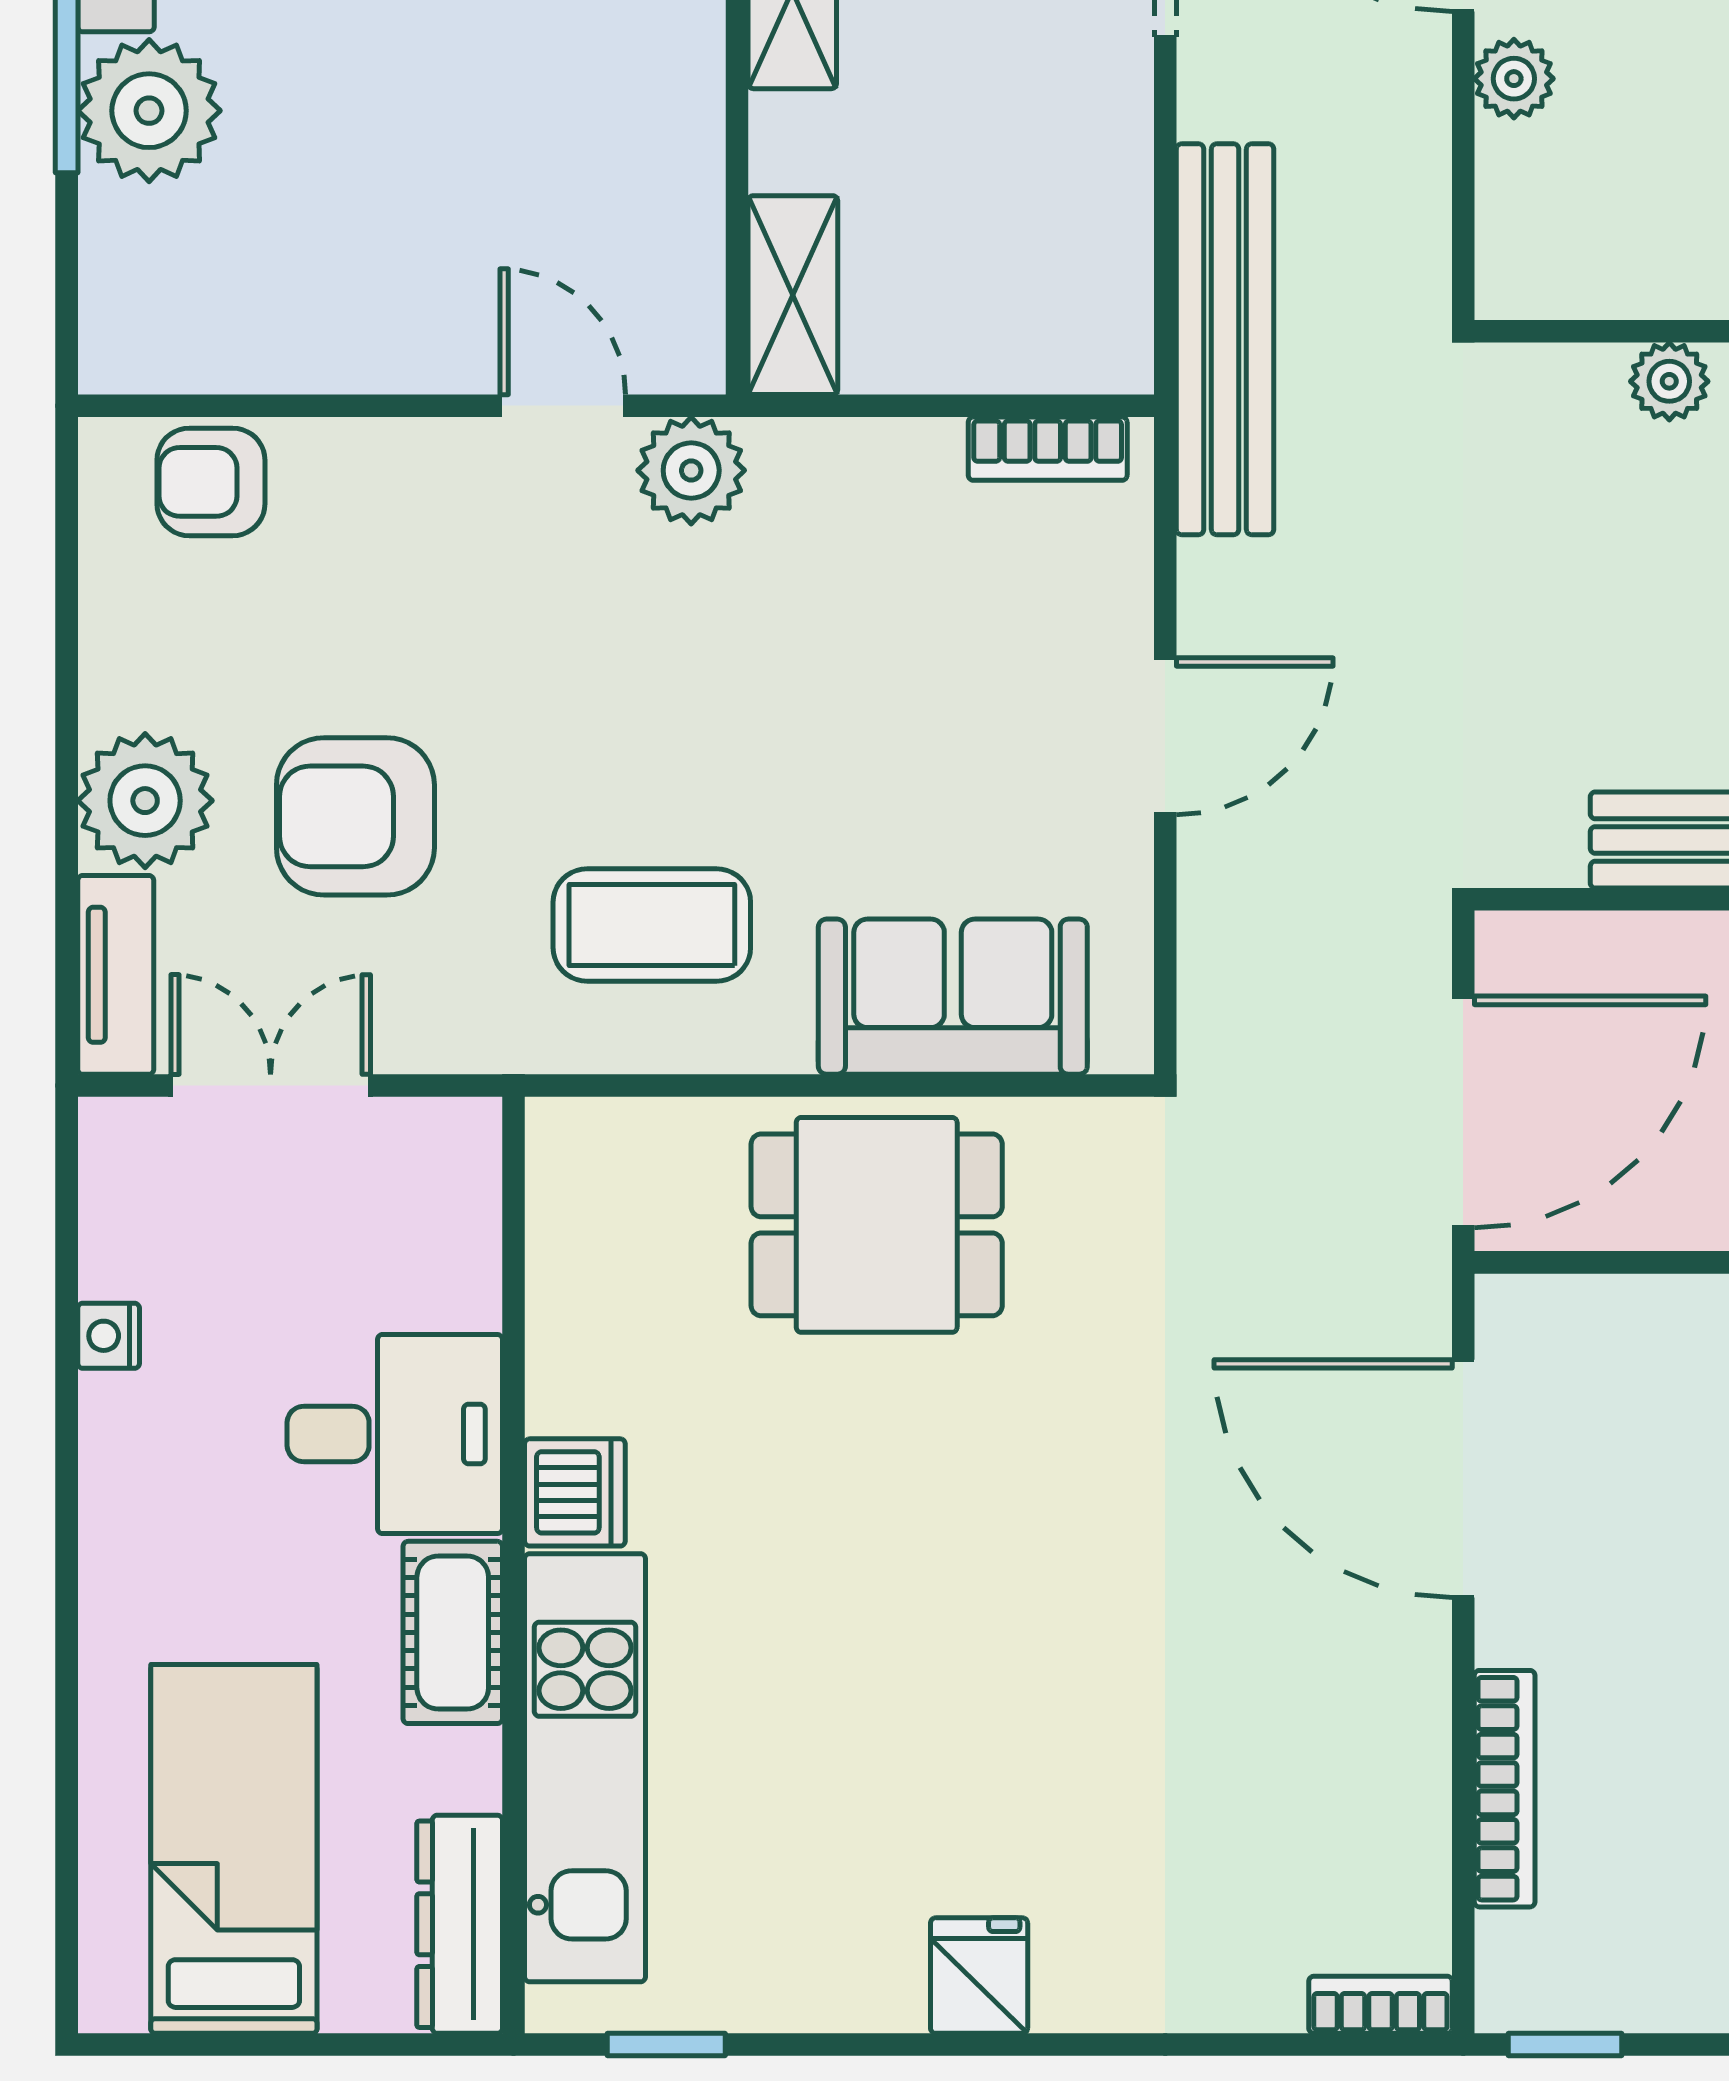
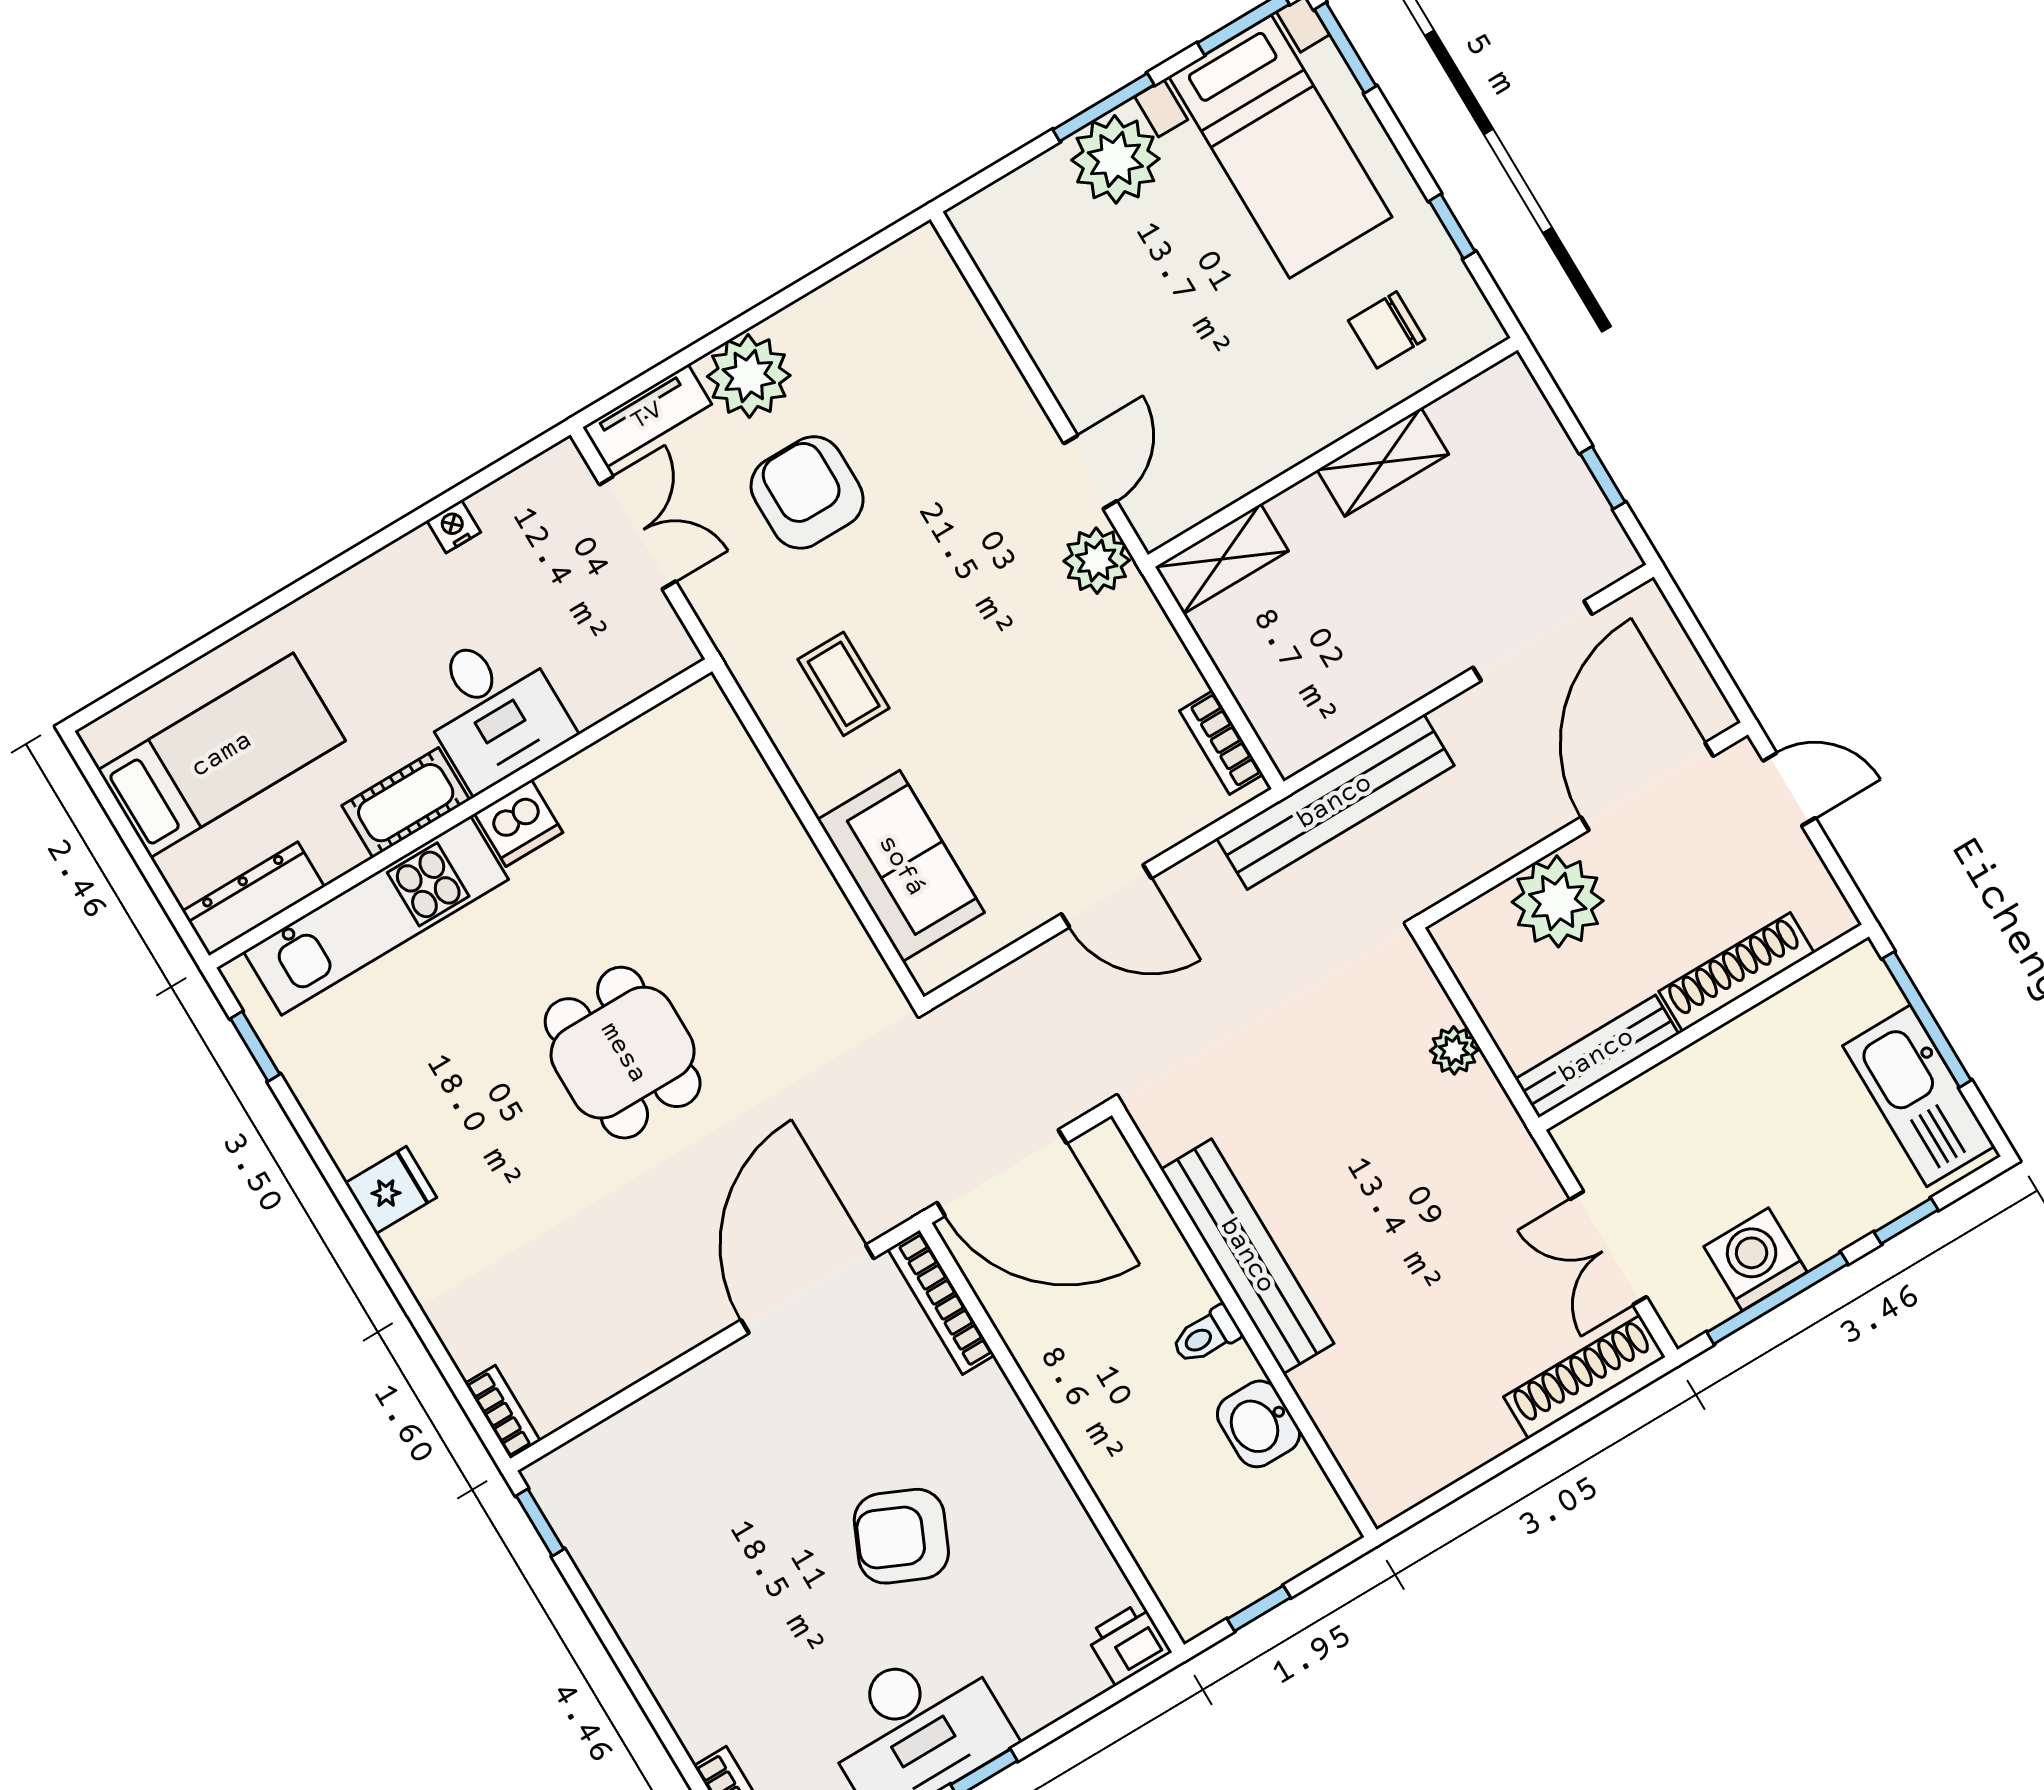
plant: (1514, 79) -> (1558, 901), width x1.87, depth x1.87
armchair: (211, 482) -> (938, 310), removed
coffee table: (652, 925) -> (844, 684), width x0.73, depth x0.77
dining table: (877, 1225) -> (623, 1053), moved
bookcase: (1505, 1789) -> (941, 1302), moved, turned 90

